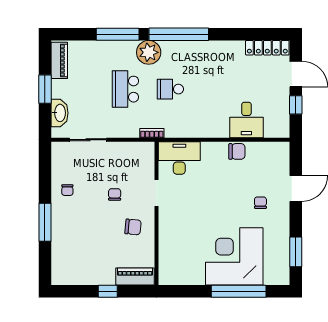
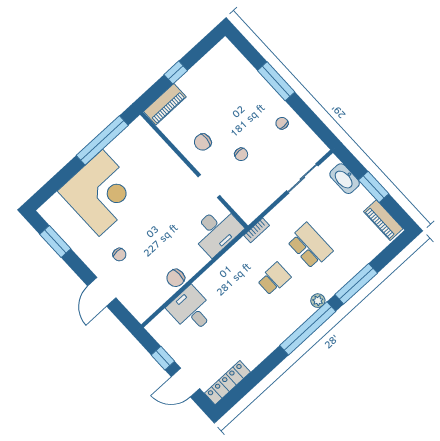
plant: (149, 52) -> (318, 301), width x0.53, depth x0.53
window: (239, 291) -> (102, 140), moved

